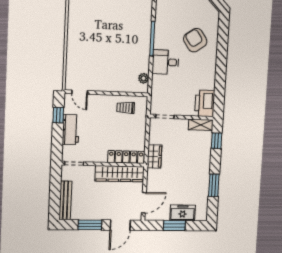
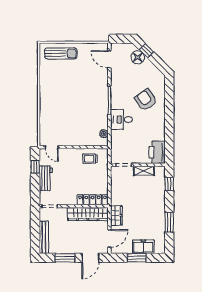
shelving: (201, 125) -> (144, 171), moved
wardrobe: (154, 156) -> (116, 215), moved

